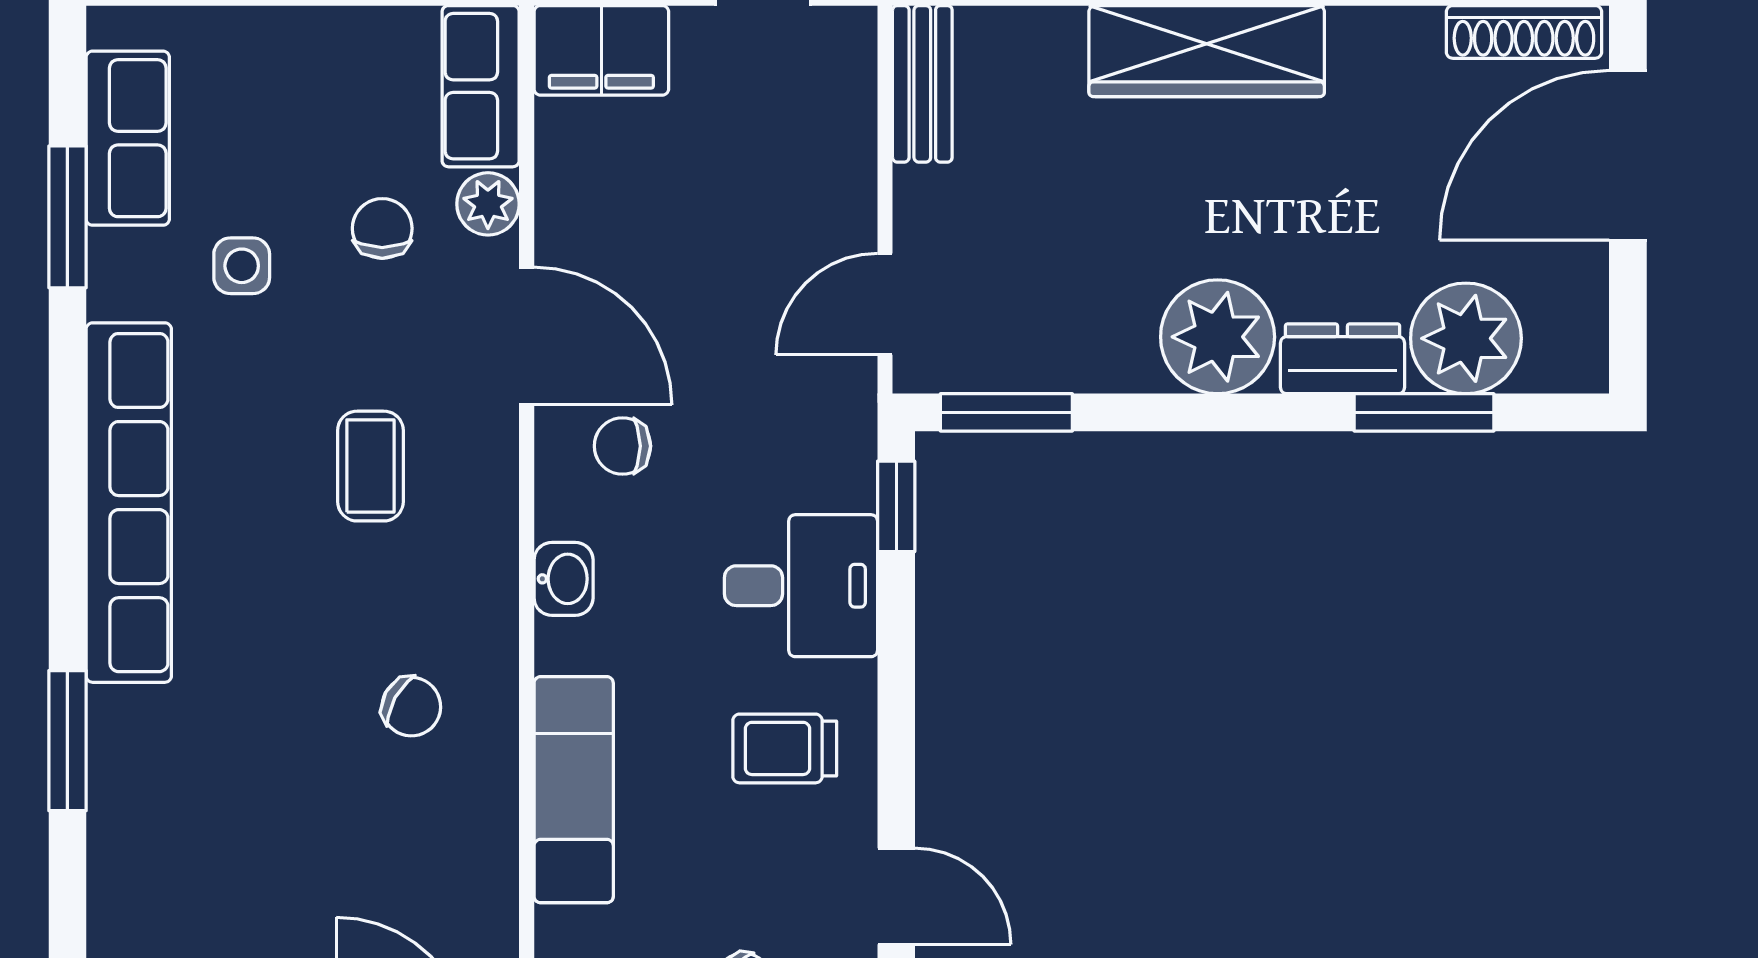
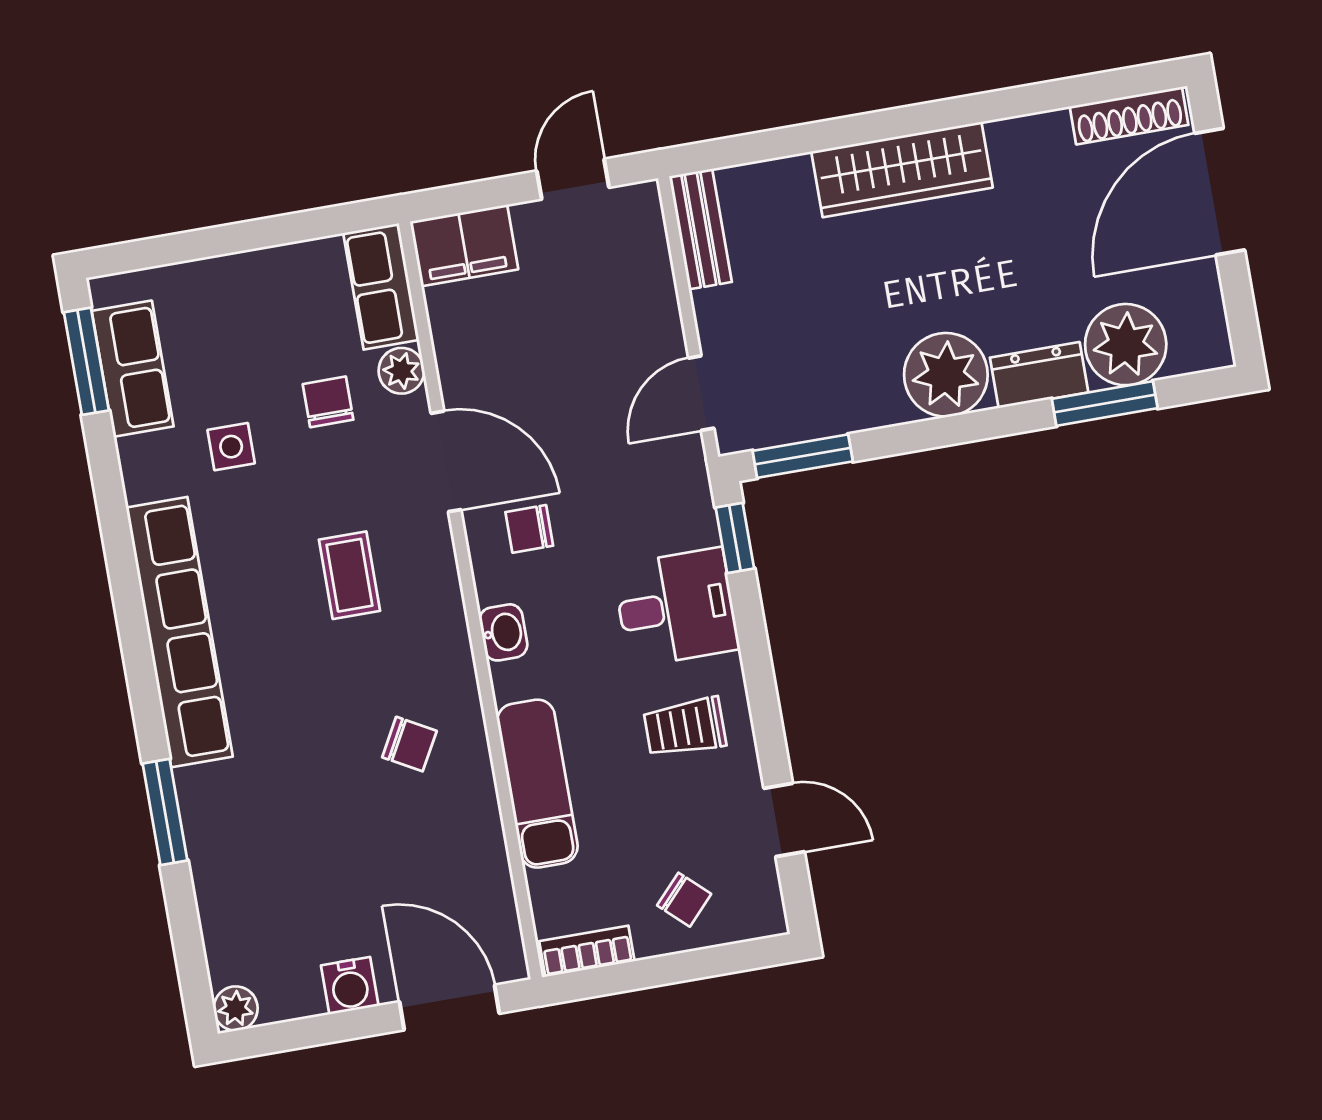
window: (67, 217) -> (86, 361), moved

